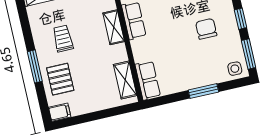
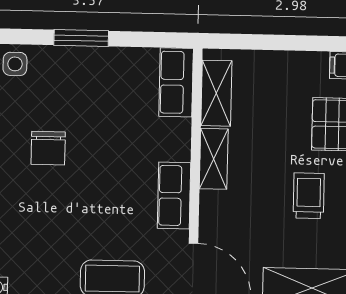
shelving: (114, 27) -> (214, 159), moved
trolley: (63, 38) -> (309, 196), turned 180

